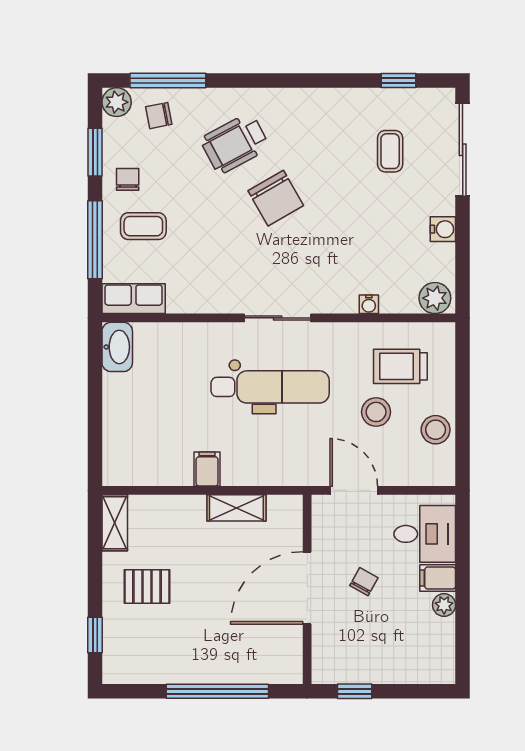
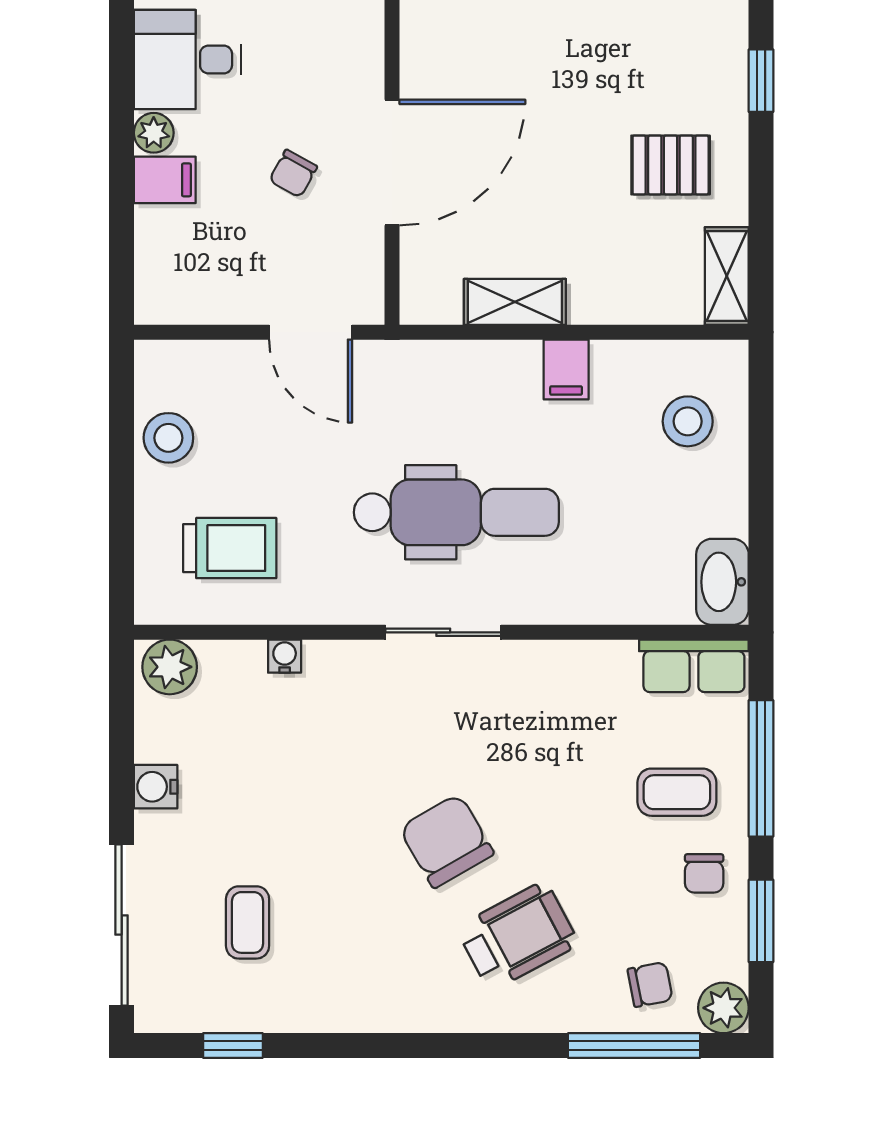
dental chair: (270, 387) -> (456, 512), turned 180
stool: (376, 412) -> (688, 421), moved
desk: (425, 534) -> (187, 60), moved

